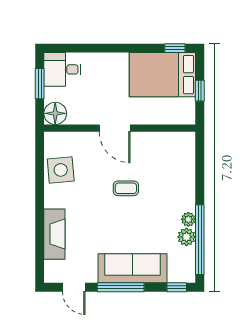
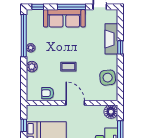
armchair: (160, 144) -> (48, 93), added
window: (40, 220) -> (120, 47), added
plant: (186, 237) -> (32, 67), moved

